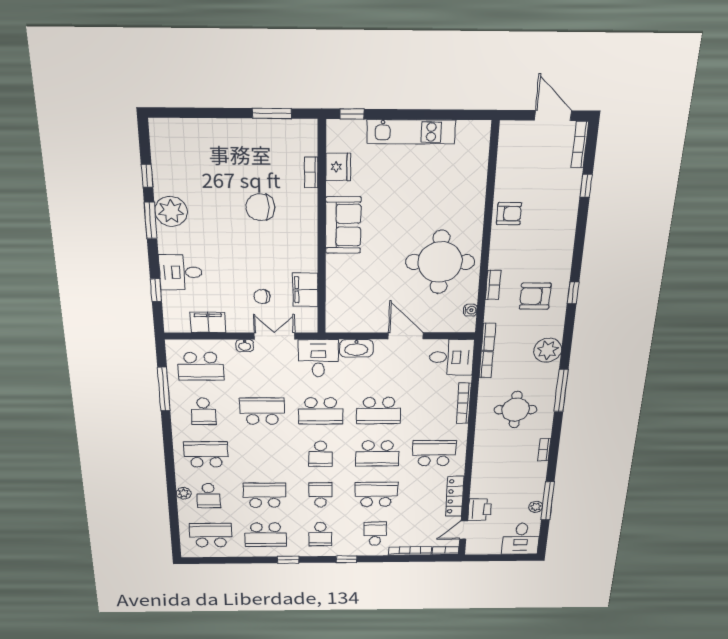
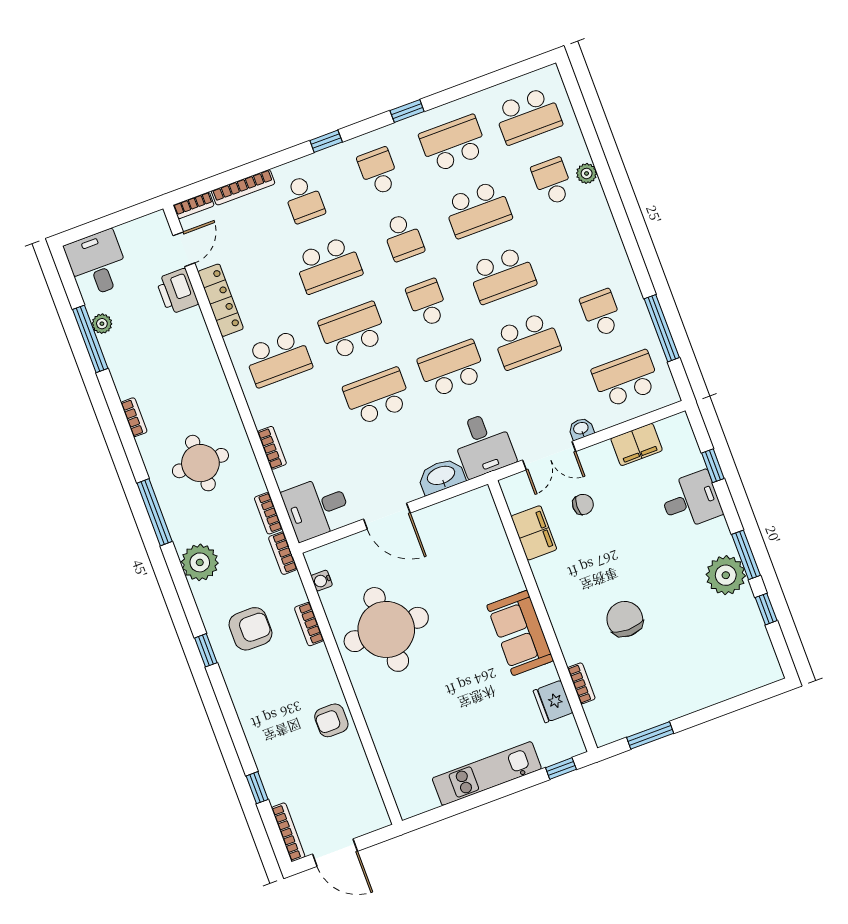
chair: (260, 207) -> (625, 619), turned -90
bookcase: (464, 403) -> (272, 448), width x0.64
school desk: (206, 454) -> (502, 275), moved

